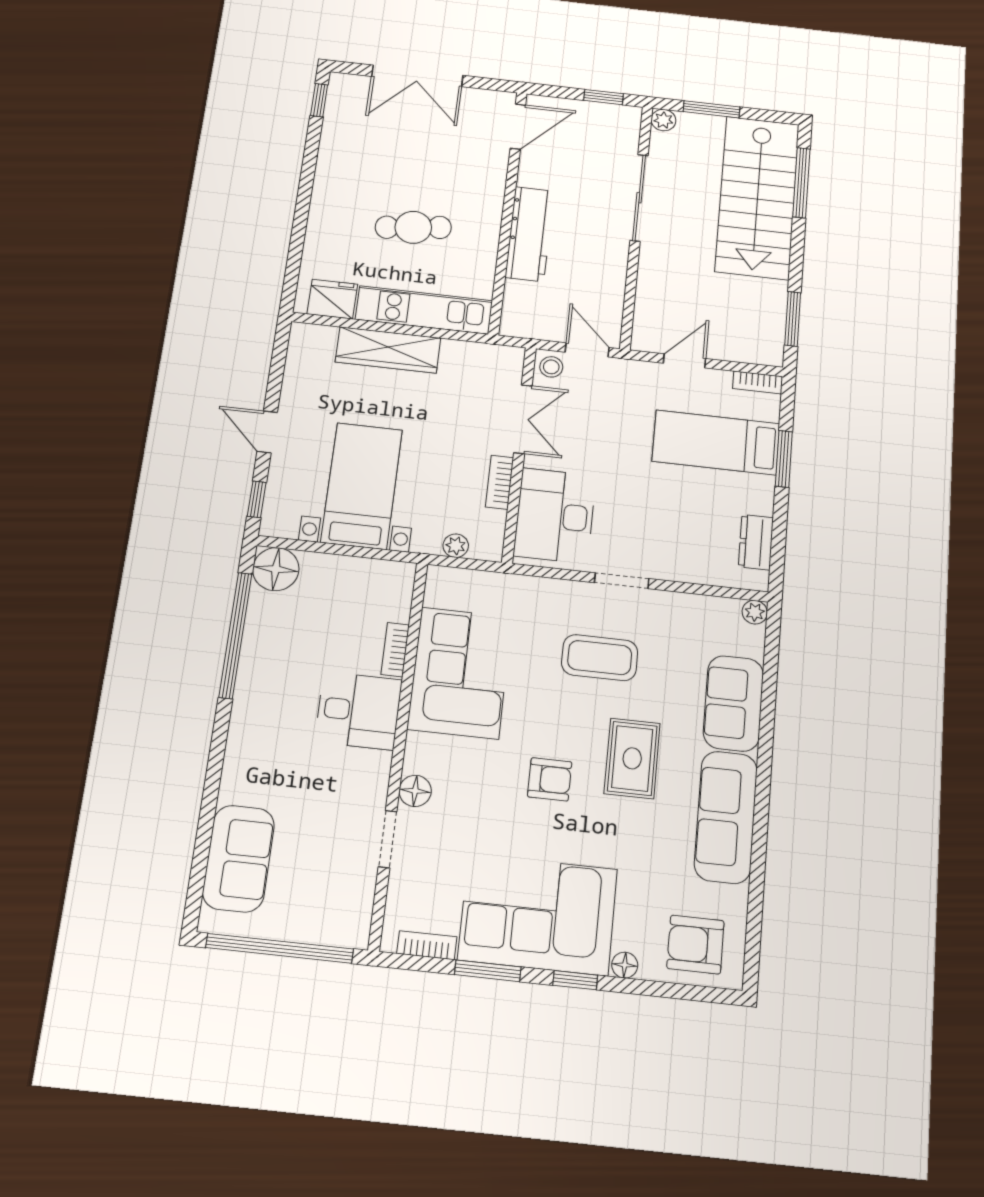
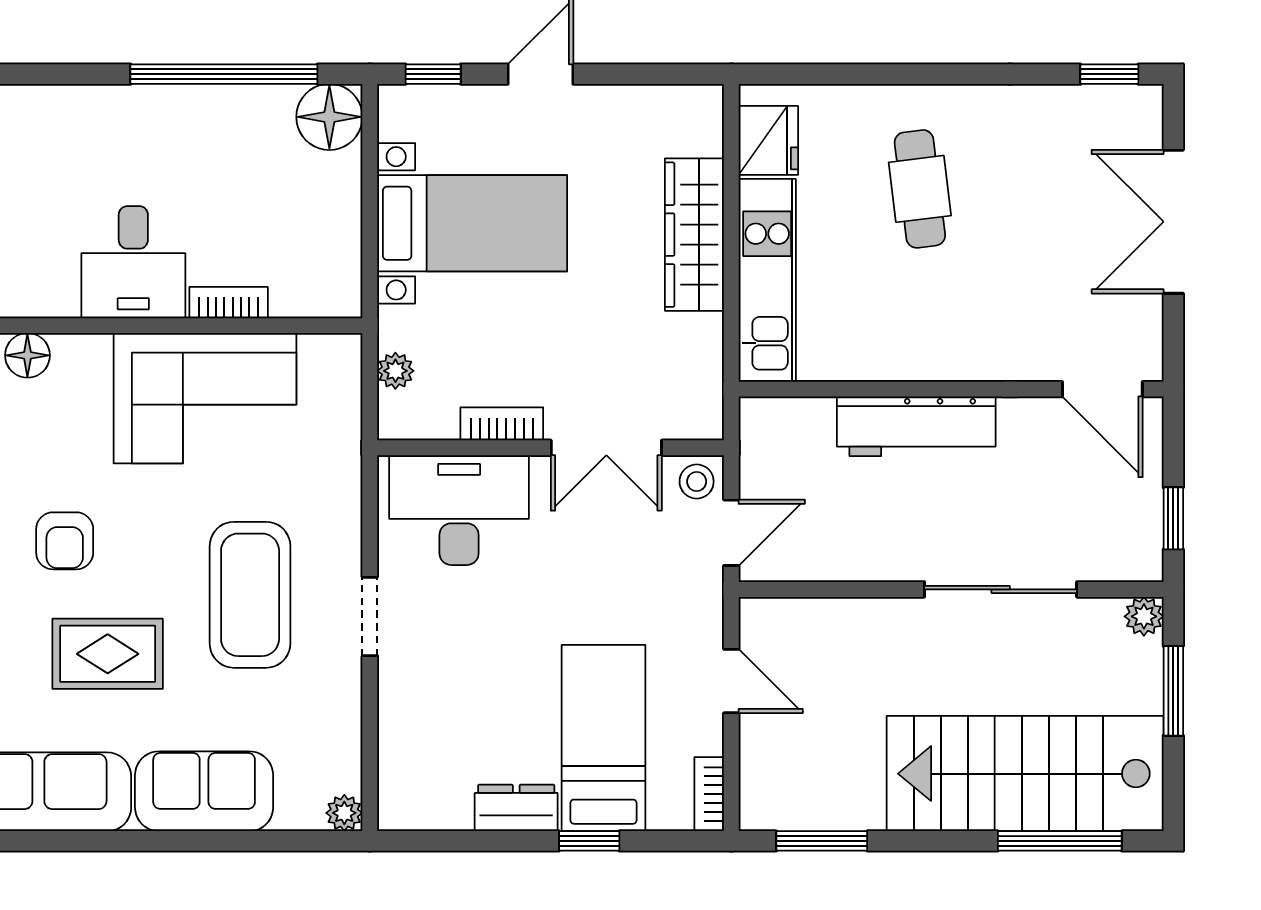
cafe table: (413, 227) -> (920, 189), moved
window: (784, 459) -> (589, 841), width x0.67
dresser: (756, 542) -> (516, 808), moved
coffee table: (600, 658) -> (250, 595), width x1.36, depth x1.32

